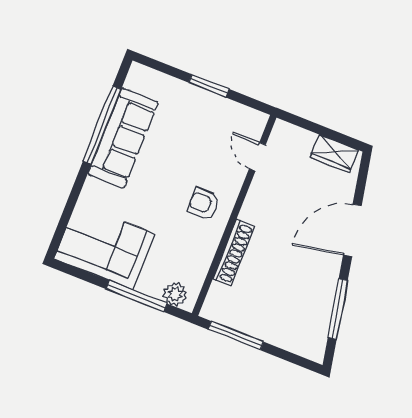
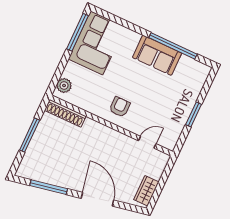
sofa: (123, 138) -> (157, 55), width x0.73
shoe rack: (234, 253) -> (65, 113), moved
window: (137, 296) -> (78, 32), moved
window: (236, 336) -> (30, 135), moved

